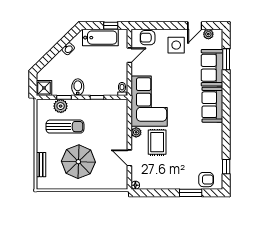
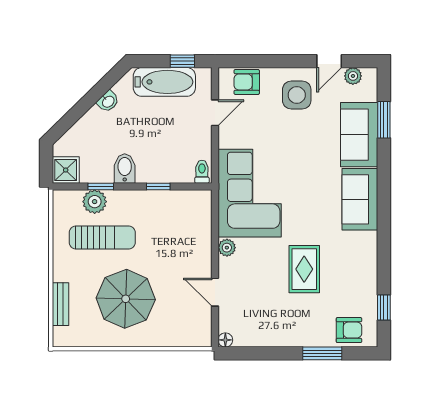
rug: (157, 142) -> (304, 269), moved

